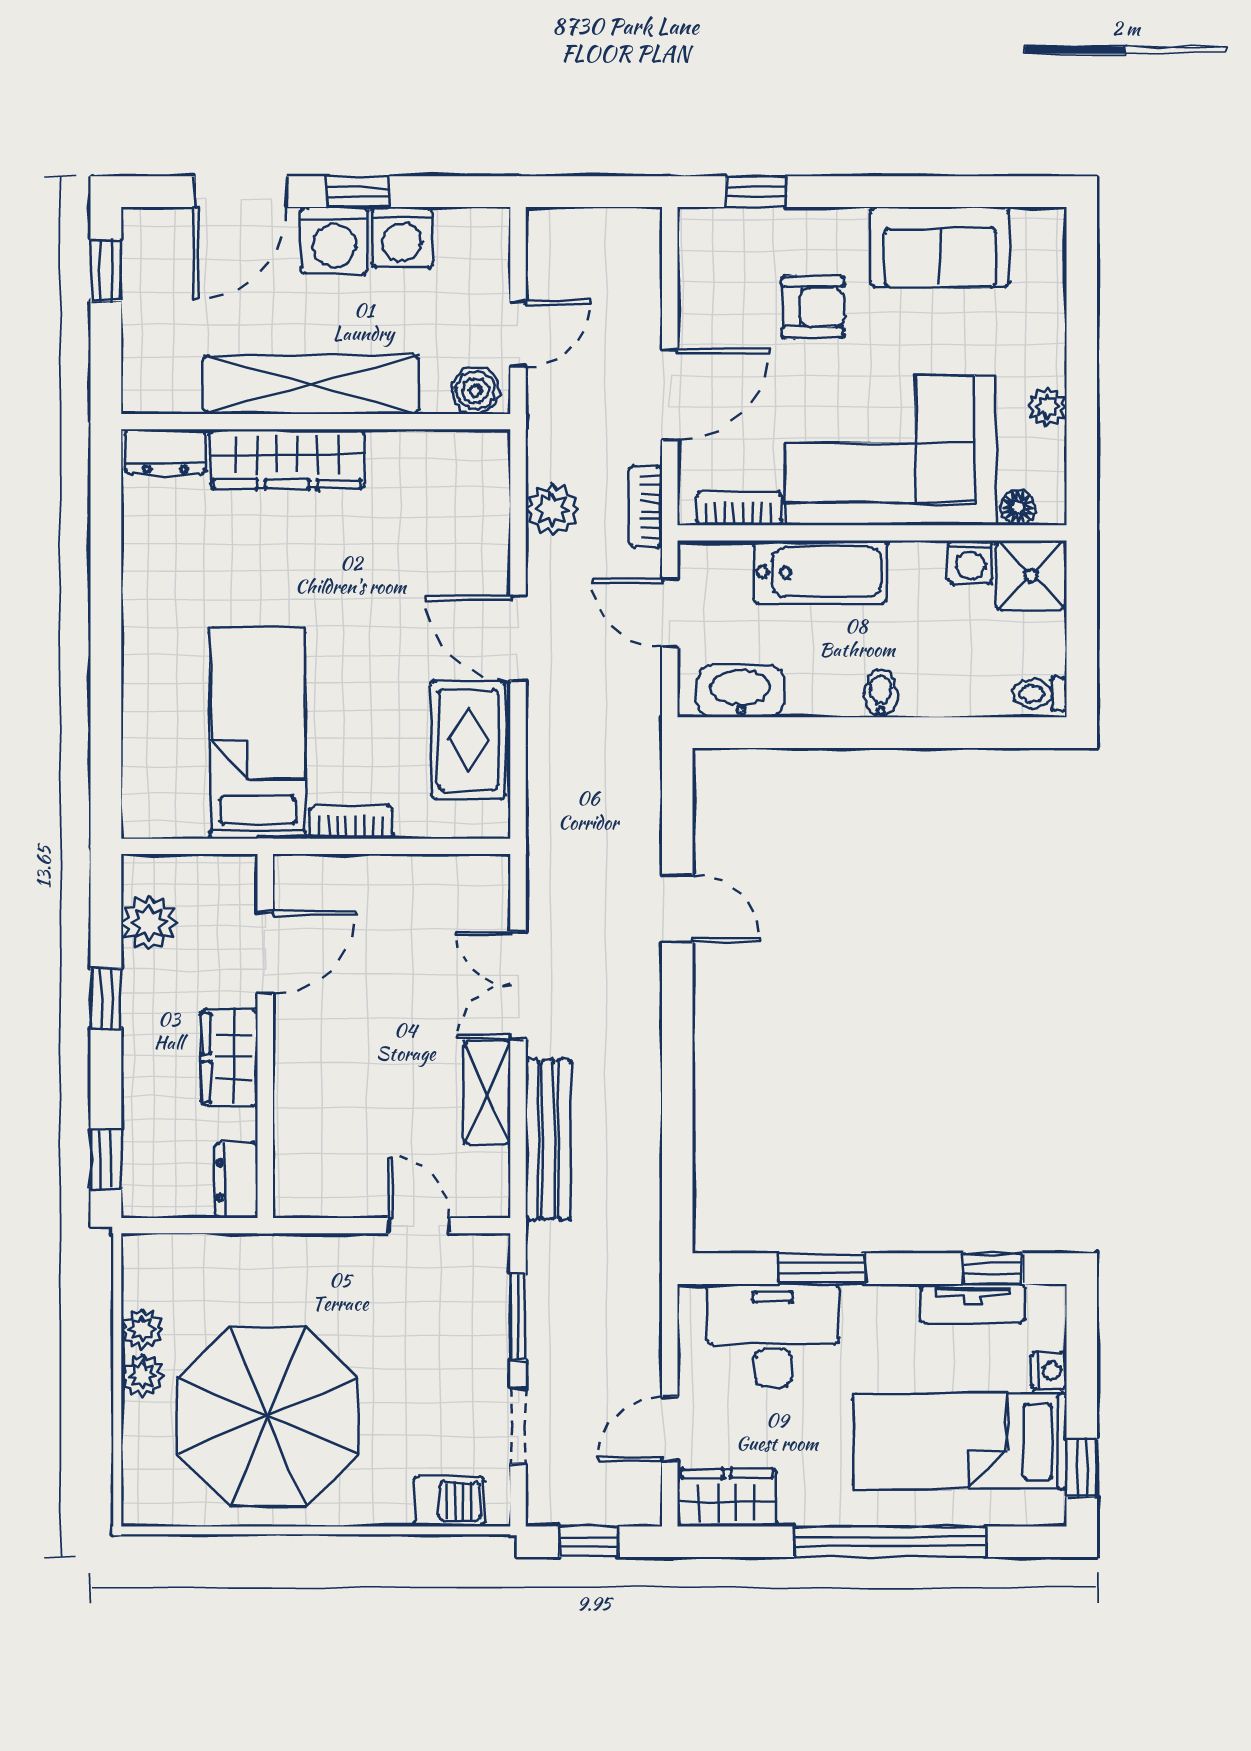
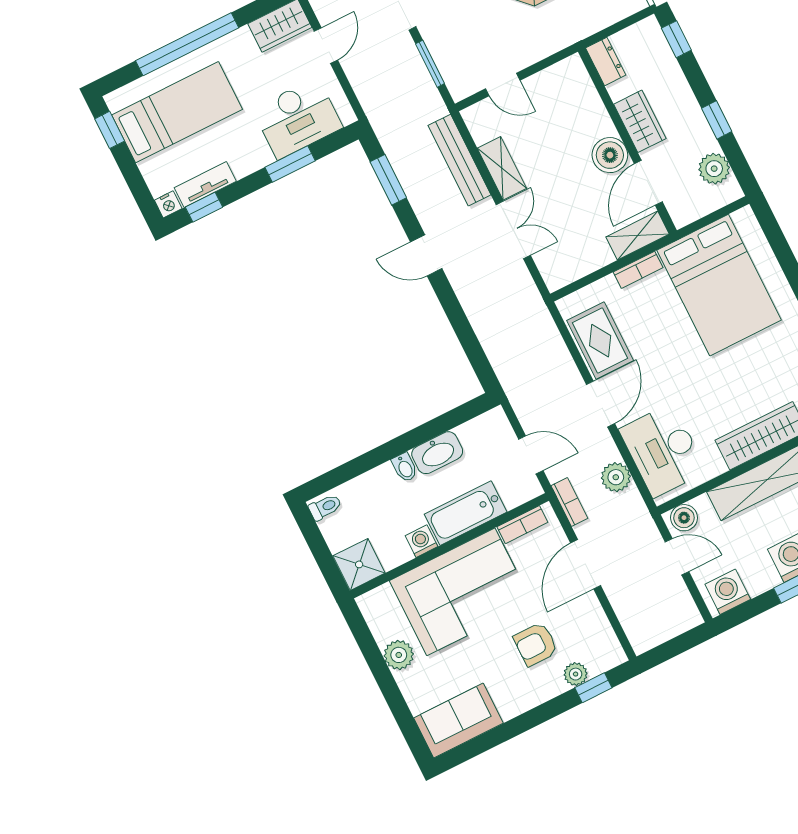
plant: (773, 228) -> (576, 674), added
washing machine: (402, 237) -> (728, 592), moved
sofa: (940, 247) -> (458, 721), moved
door: (518, 334) -> (677, 557), swing flipped
plant: (1047, 407) -> (399, 655), width x1.38, depth x1.38
floor lamp: (1018, 507) -> (383, 595), removed
desk: (456, 515) -> (663, 450), added
washing machine: (970, 562) -> (421, 541), moved
door: (518, 638) -> (600, 404), hinge flipped
washbasin: (741, 691) -> (437, 453), moved
bed: (258, 733) -> (719, 285), width x1.50
shelving: (324, 877) -> (638, 236), added
door: (677, 908) -> (426, 255), moved
boiler: (304, 1028) -> (610, 155), added
window: (677, 1165) -> (388, 180), added
nightstand: (1049, 1371) -> (168, 204), moved, turned -90

